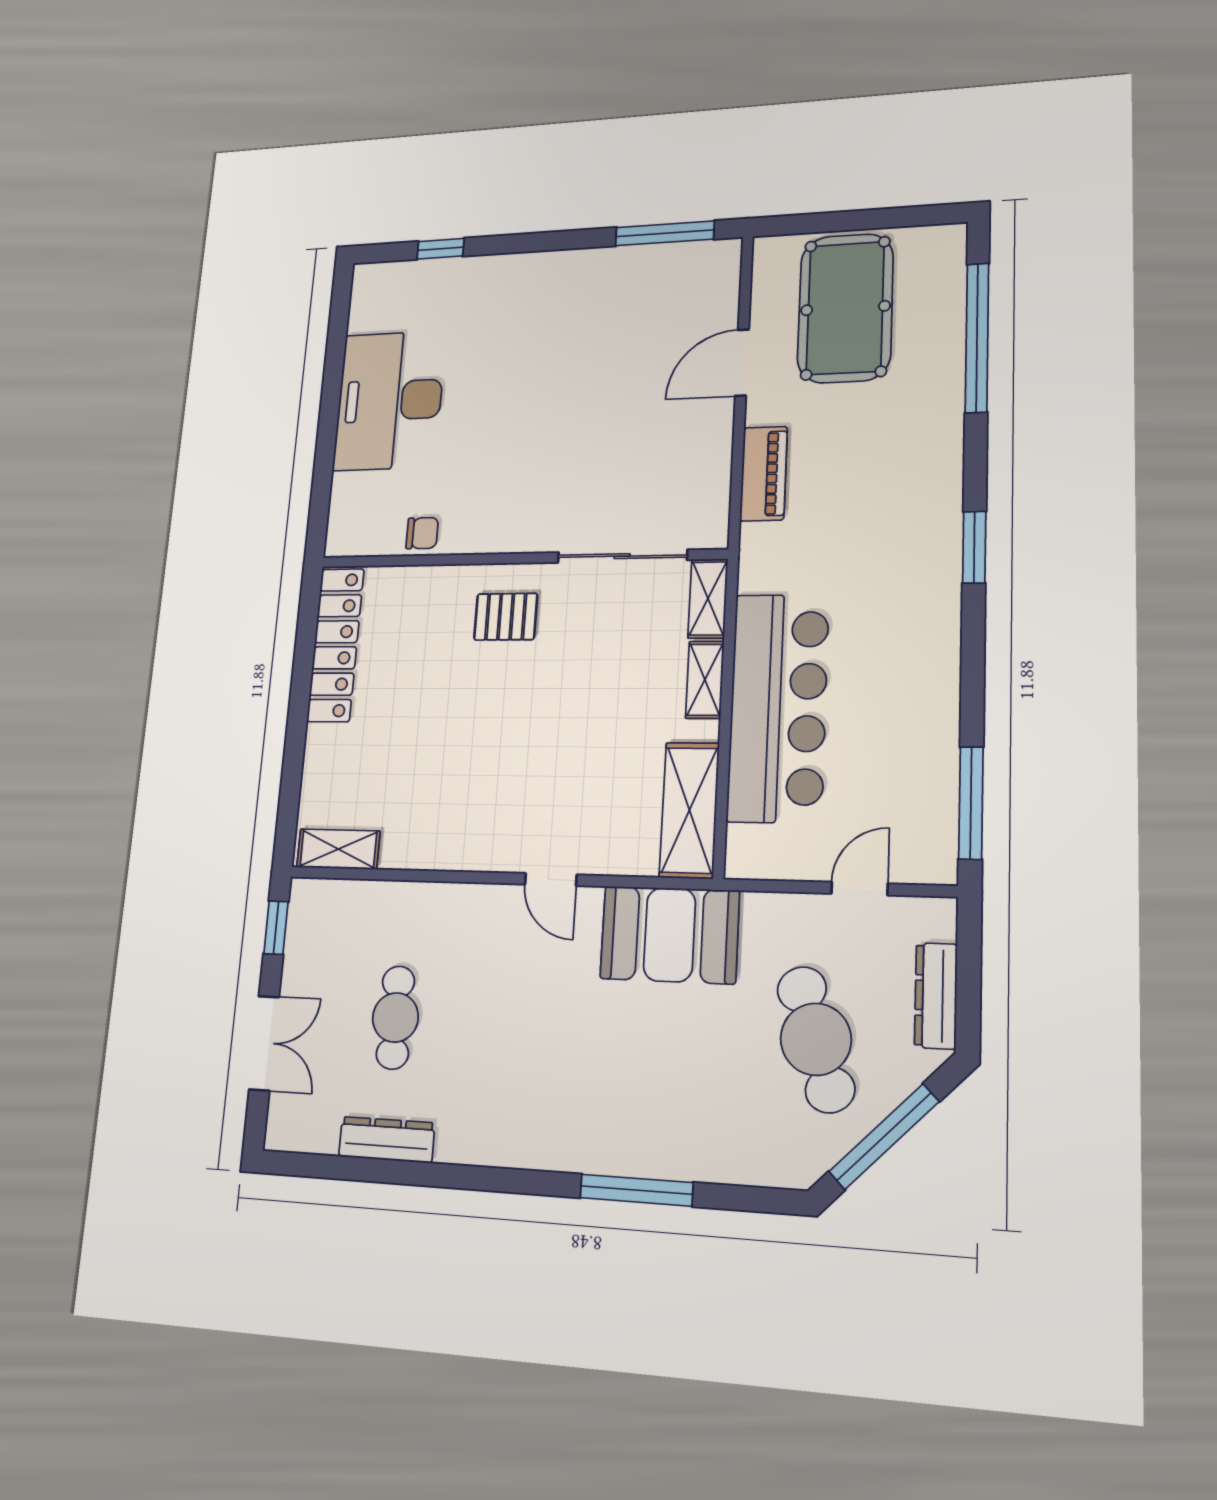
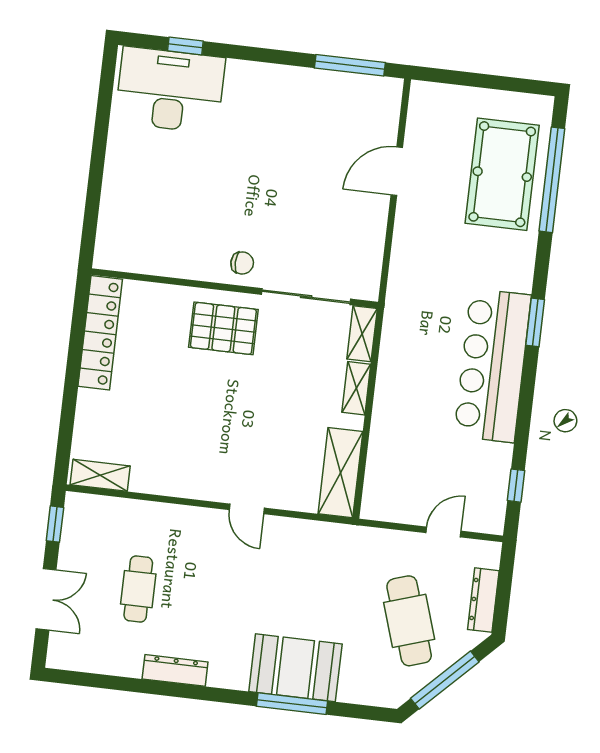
pool table: (845, 308) -> (502, 174), moved
desk: (390, 401) -> (170, 90), moved, turned 90
piano: (764, 474) -> (405, 253), removed
chair: (422, 533) -> (242, 263), moved
pallet: (506, 617) -> (223, 328), width x1.50, depth x1.42
bar counter: (778, 707) -> (493, 366), moved, turned 180
window: (971, 803) -> (516, 486), width x0.46
booth: (670, 935) -> (295, 668), moved
dresser: (387, 1140) -> (175, 670), moved

